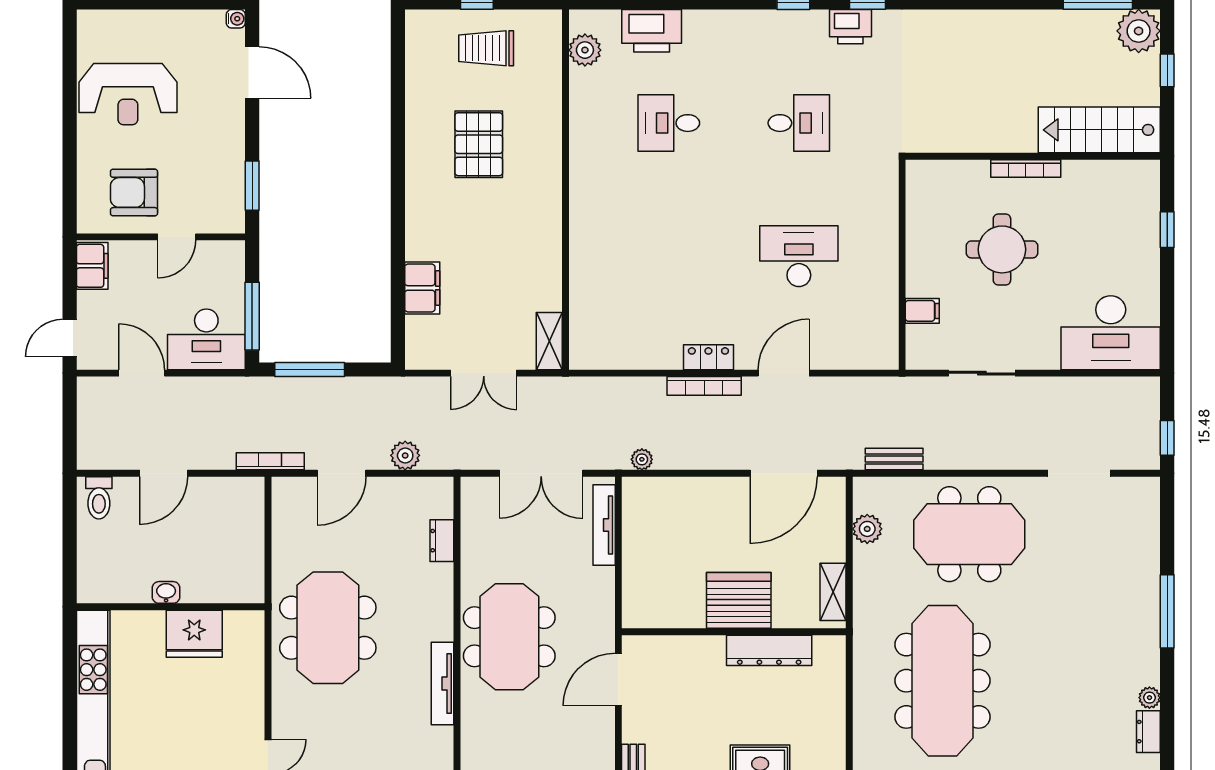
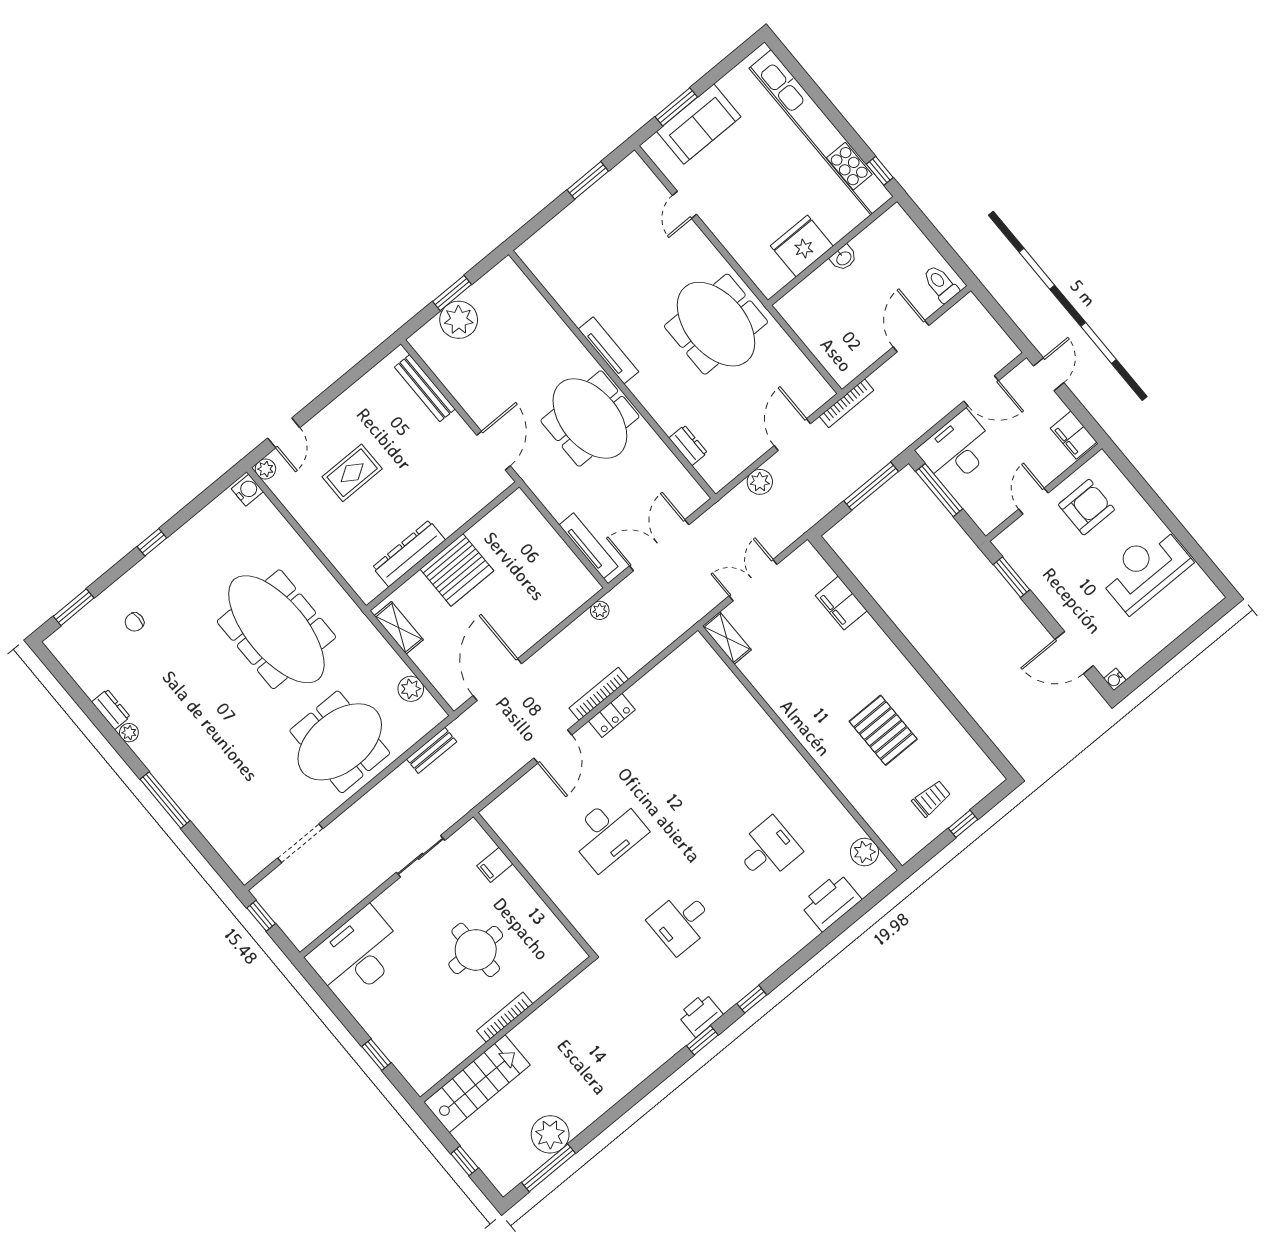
plant: (1139, 31) -> (550, 1134), moved
trolley: (486, 48) -> (931, 798), width x0.73, depth x0.72
window: (70, 643) -> (880, 171), added

